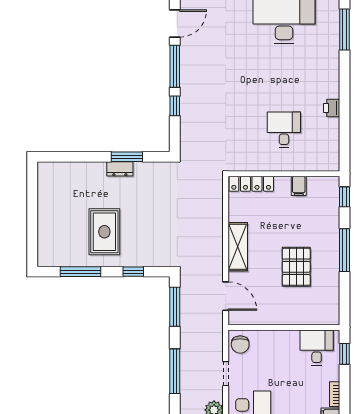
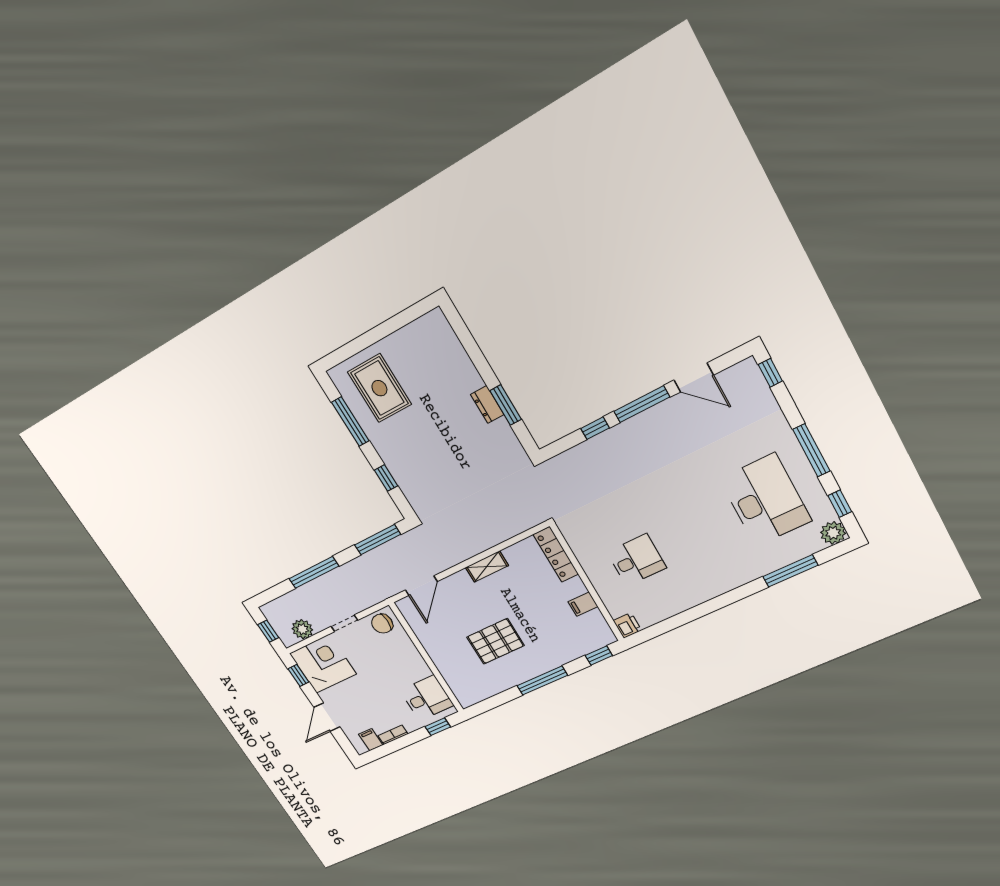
printer: (332, 108) -> (627, 625), moved, turned 90
rug: (104, 232) -> (379, 388), moved, turned 90
shelving: (238, 247) -> (487, 566), width x0.67, depth x0.75

